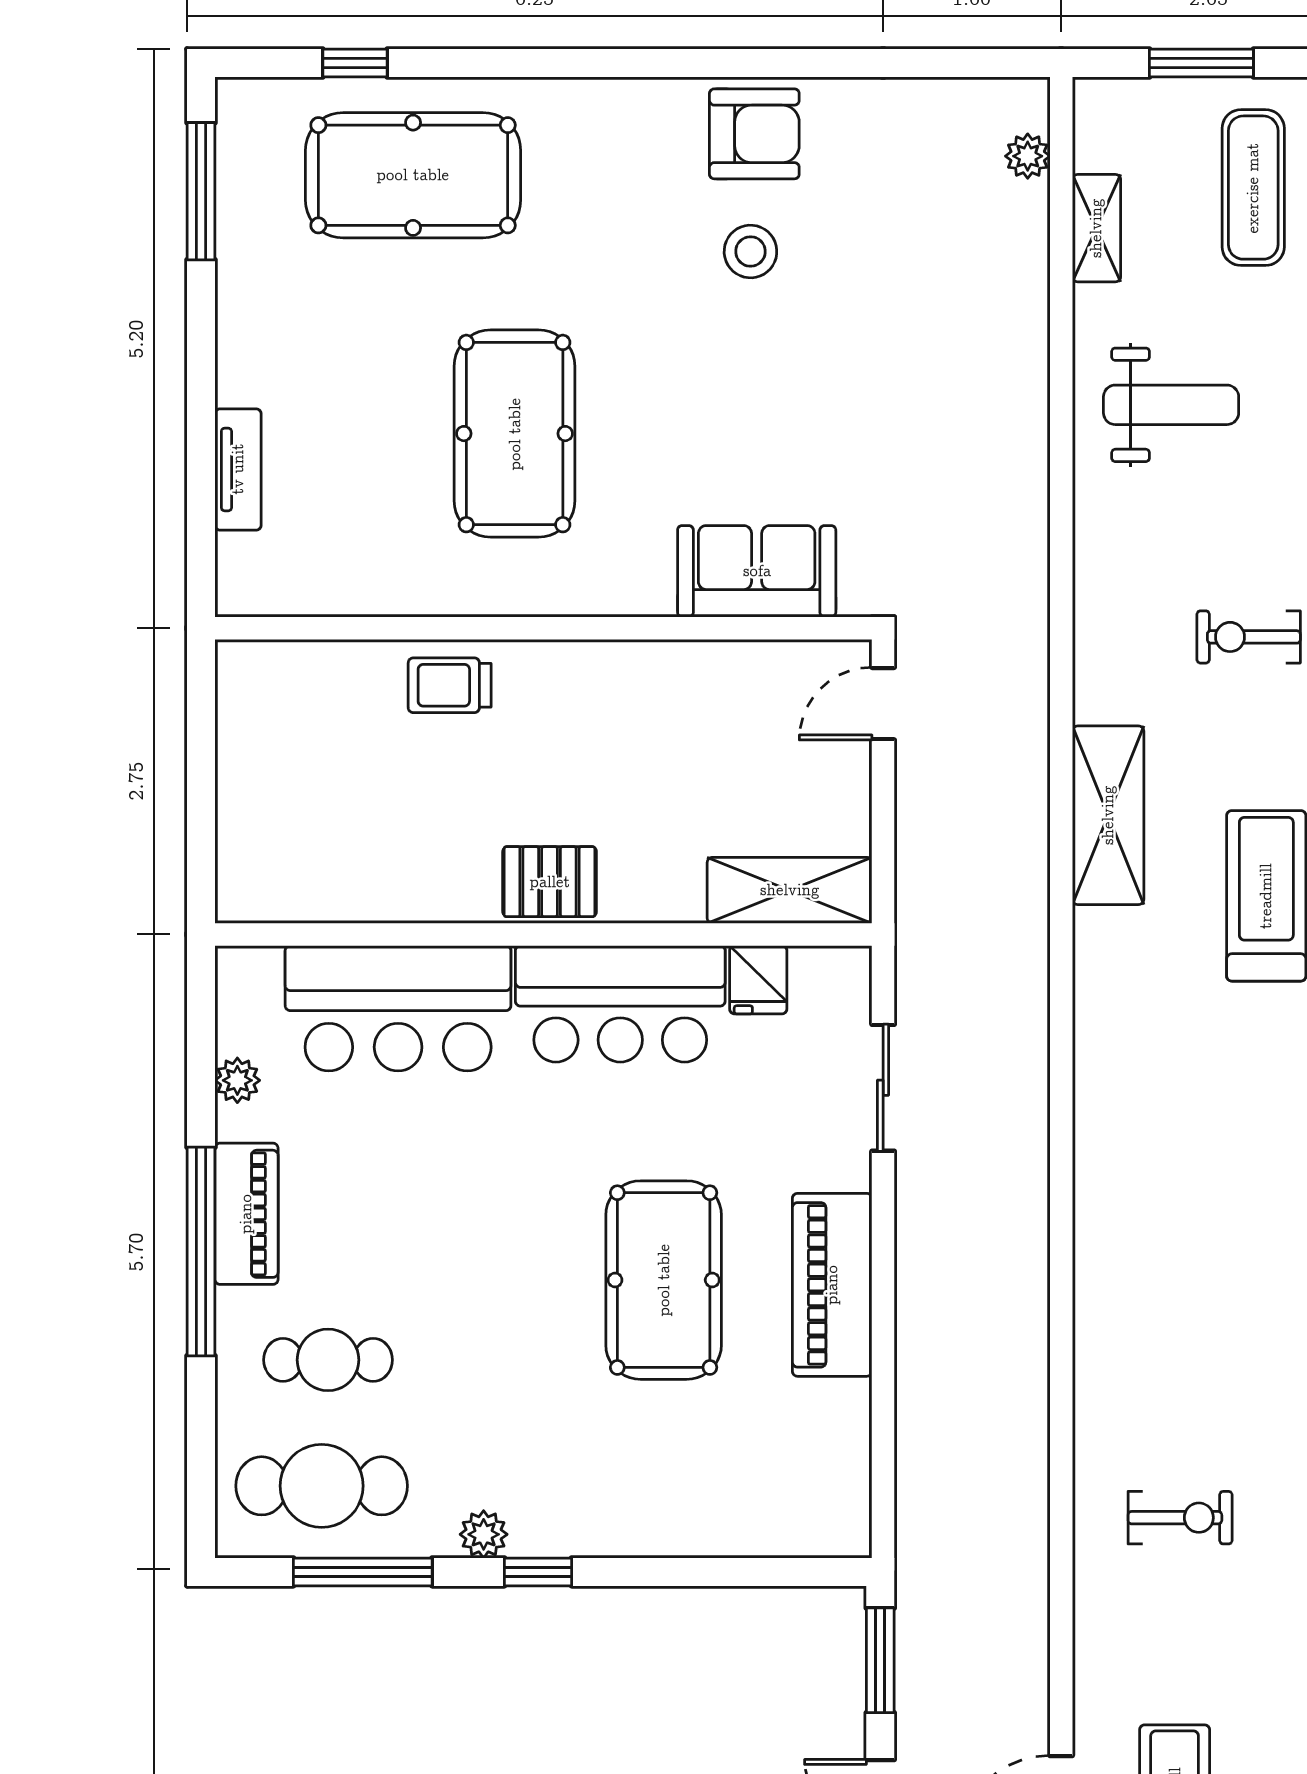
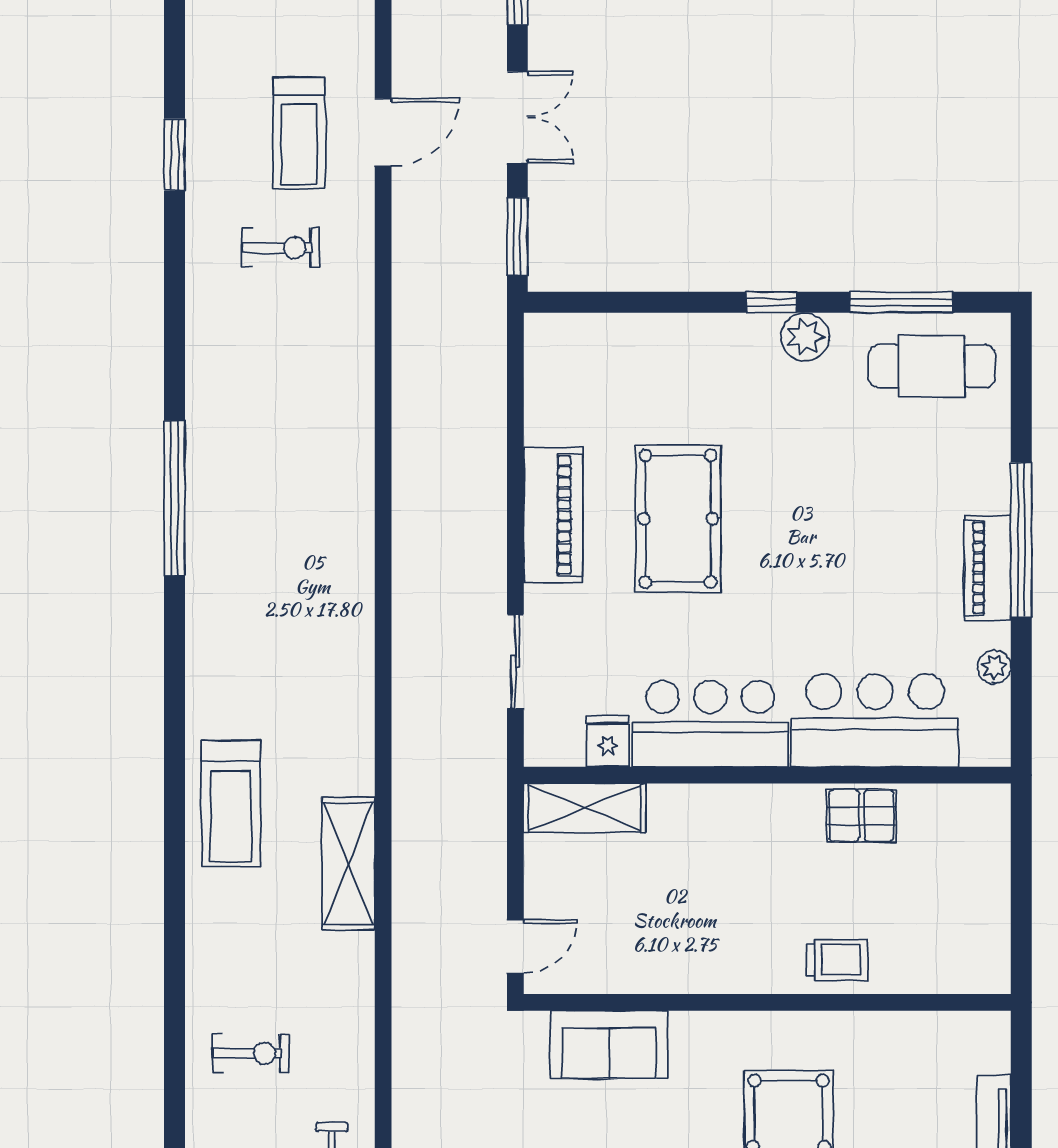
exercise bike: (1249, 637) -> (251, 1053), moved
pallet: (550, 882) -> (861, 816), moved
cafe table: (328, 1360) -> (927, 460), removed
exercise bike: (1180, 1518) -> (281, 248), moved, turned 180
plant: (484, 1534) -> (805, 337), width x1.38, depth x1.38

